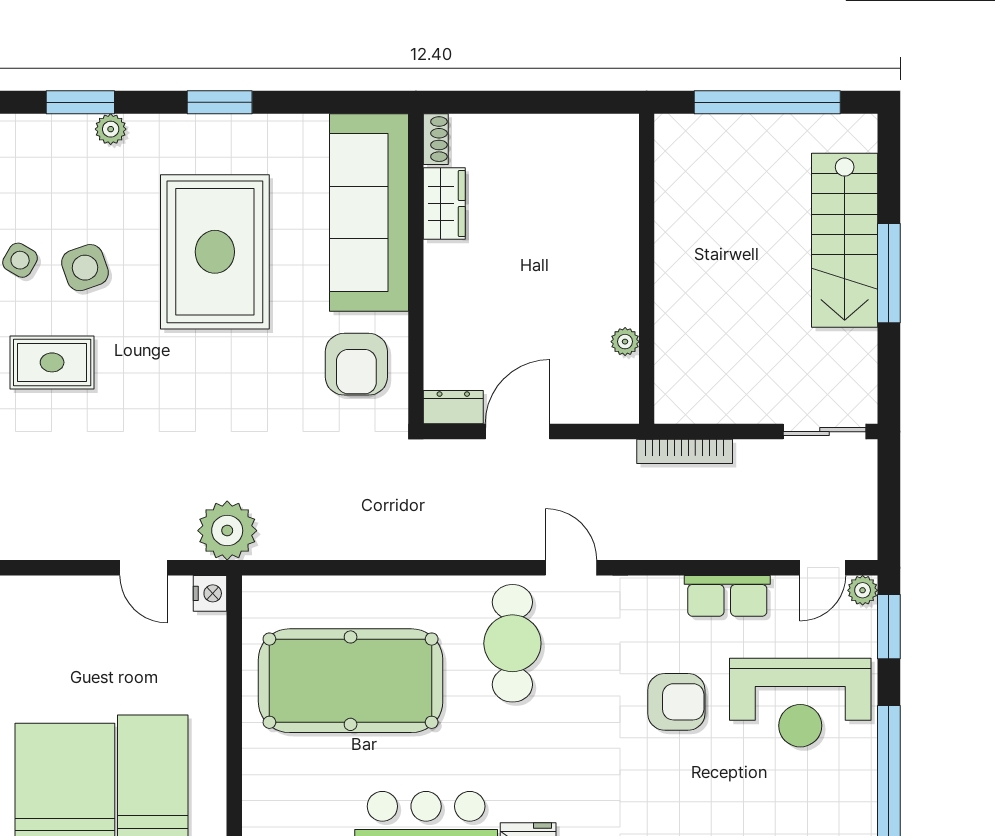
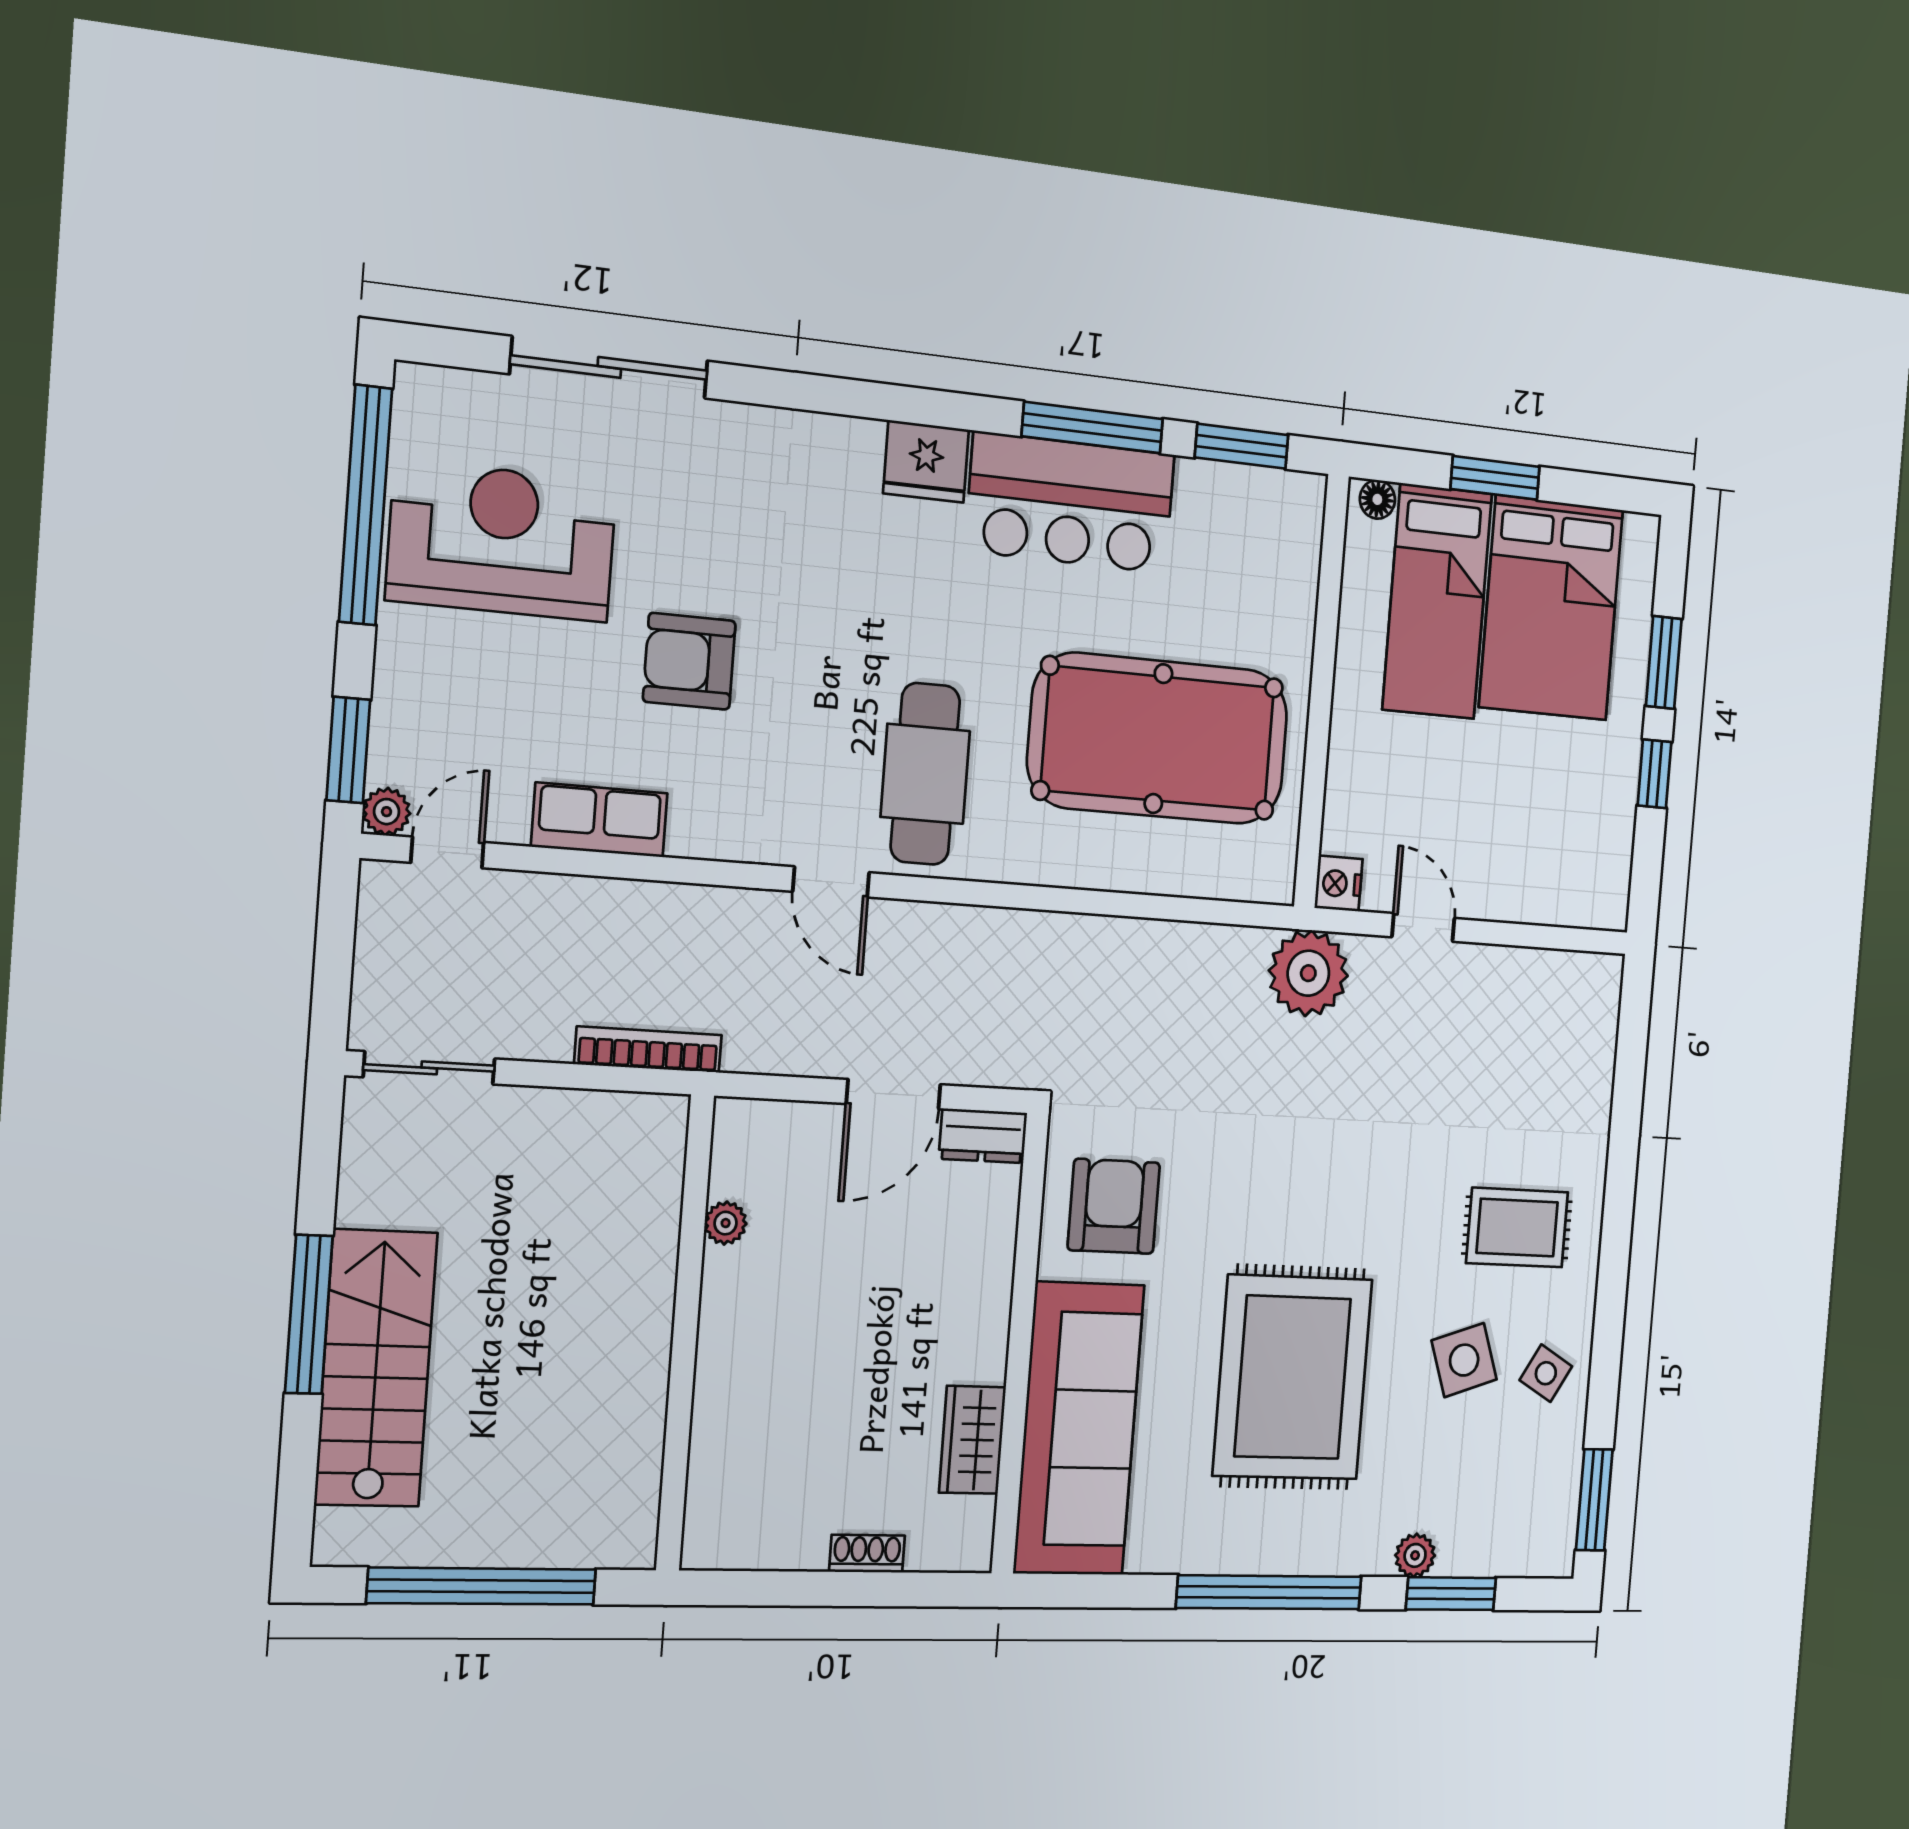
window: (220, 102) -> (1269, 1592), width x2.11
shoe rack: (436, 139) -> (867, 1554), moved, turned 90
reception desk: (800, 703) -> (502, 541), moved

